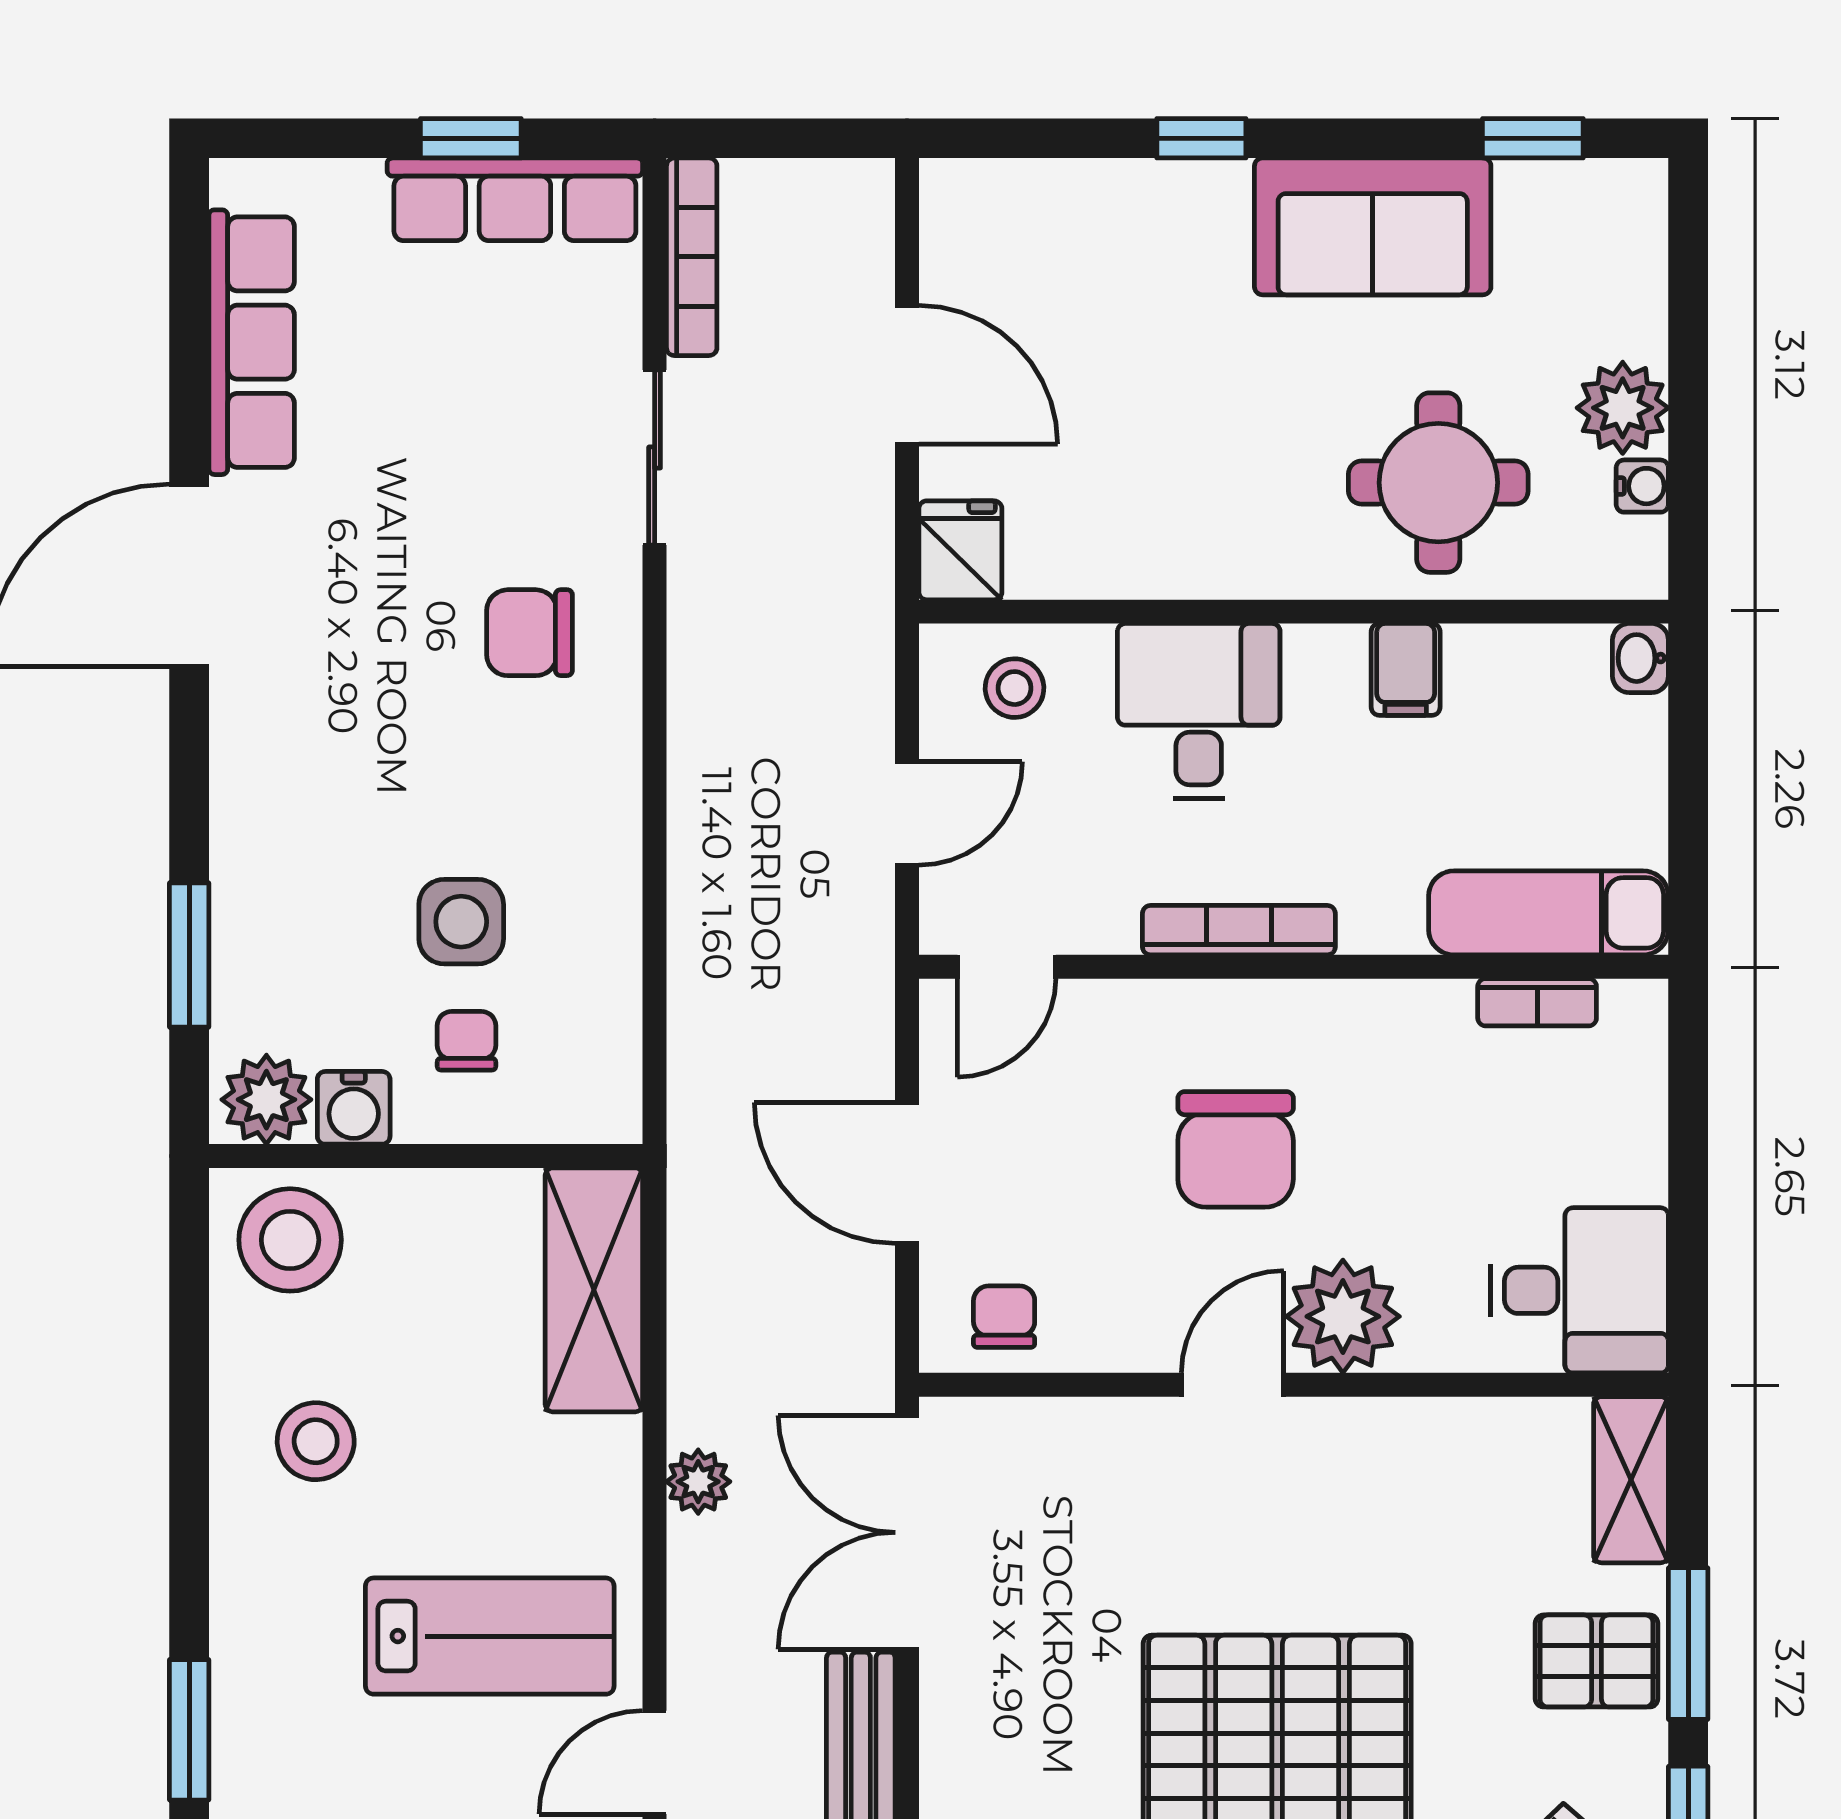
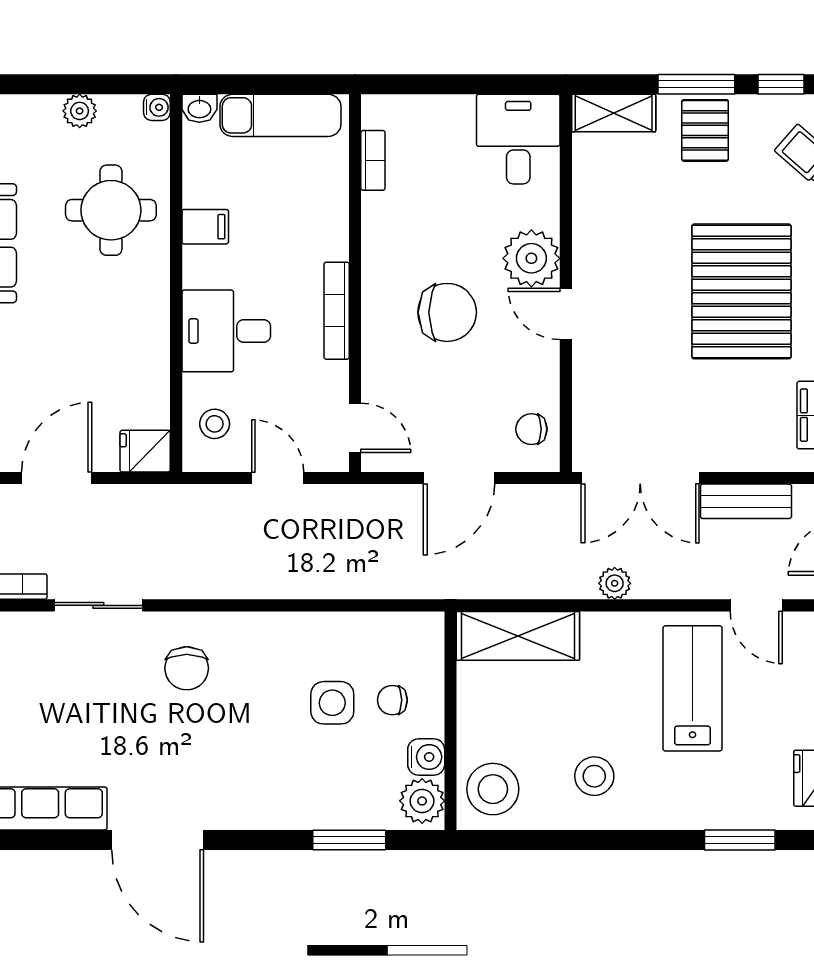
plant: (1623, 408) -> (80, 111), width x0.73, depth x0.73
water cooler: (1642, 486) -> (157, 107), moved, turned 90
exam couch: (1549, 913) -> (280, 115), moved, turned -90

